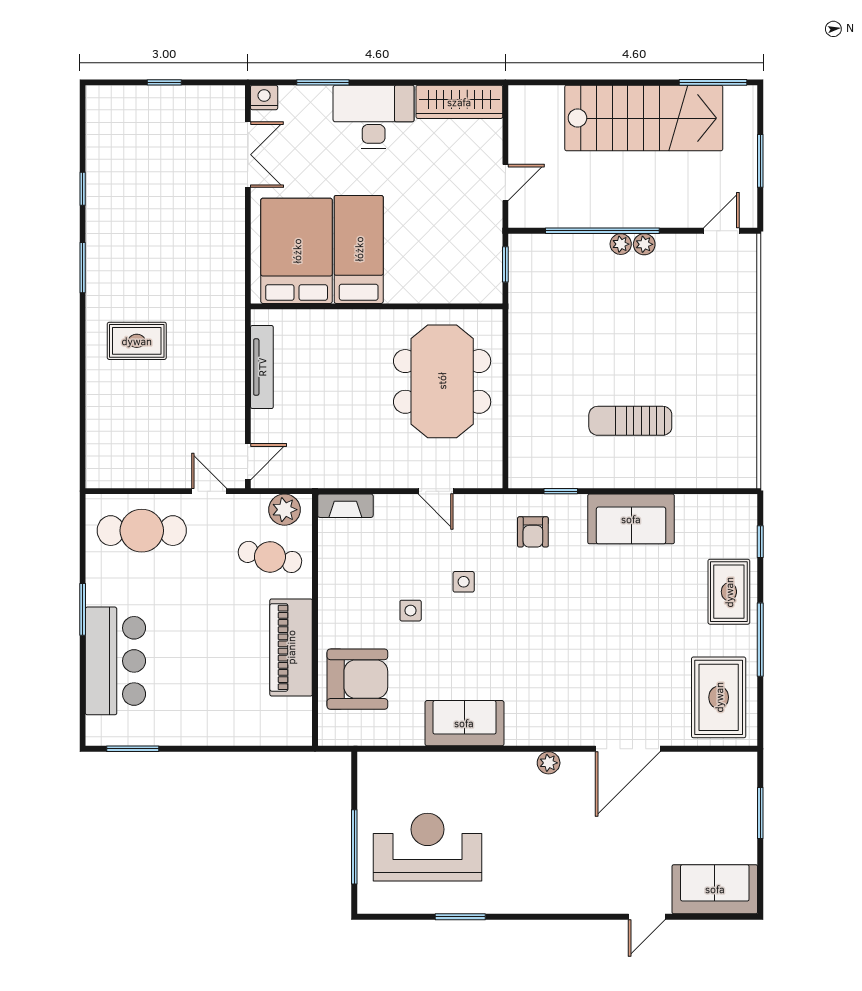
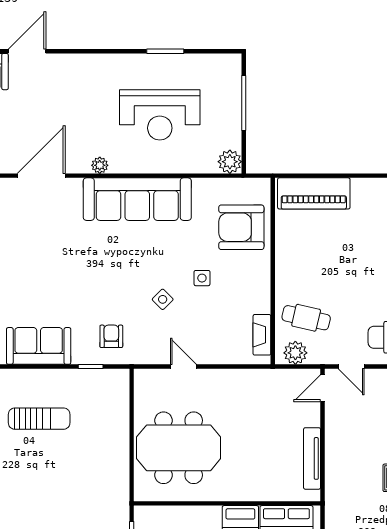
meeting table: (442, 381) -> (179, 448), turned 90
fireplace: (345, 506) -> (262, 335), moved, turned -90
side table: (464, 582) -> (163, 299), turned 45
piano: (291, 647) -> (314, 193), moved, turned 90
sofa: (464, 723) -> (137, 199), width x1.85, depth x1.27
plant: (373, 768) -> (230, 162), added
reception desk: (427, 847) -> (160, 115), moved
door: (647, 917) -> (27, 51), width x1.38

